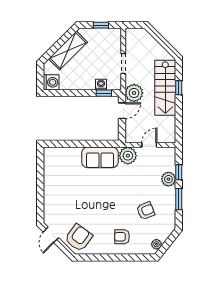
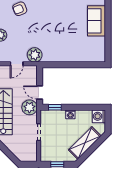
washing machine: (101, 85) -> (70, 114), moved
door: (122, 111) -> (40, 92), hinge flipped
sofa: (100, 157) -> (97, 21), moved, turned -90

